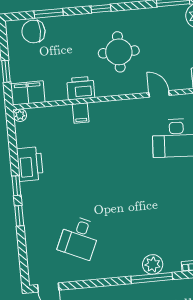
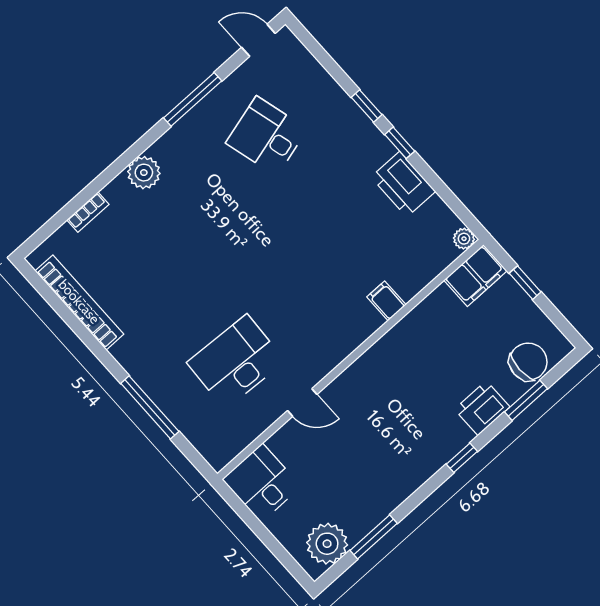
round table: (119, 52) -> (396, 418), removed
printer: (81, 88) -> (482, 408), moved, turned 180
desk: (79, 238) -> (267, 136), turned -39
window: (152, 278) -> (193, 99), moved

